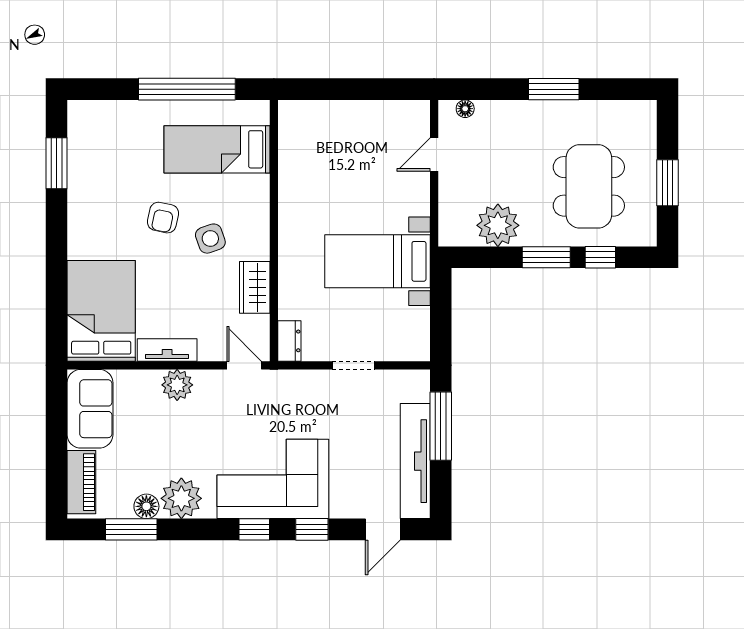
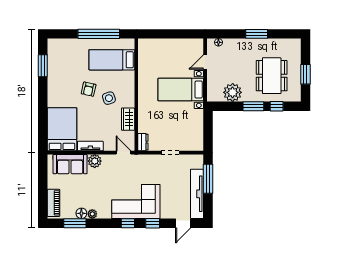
bed with nightstands: (377, 261) -> (181, 90), moved
sofa: (90, 409) -> (70, 164), moved, turned 90
plant: (181, 498) -> (92, 214), width x0.53, depth x0.53

